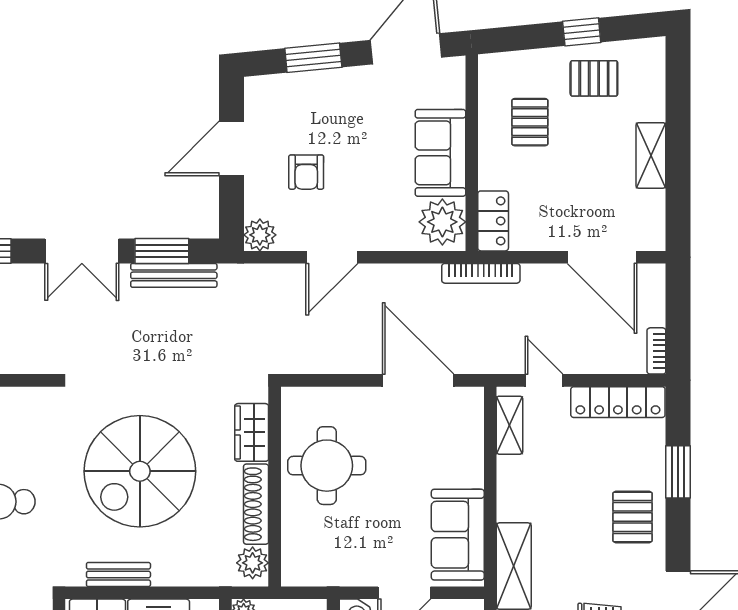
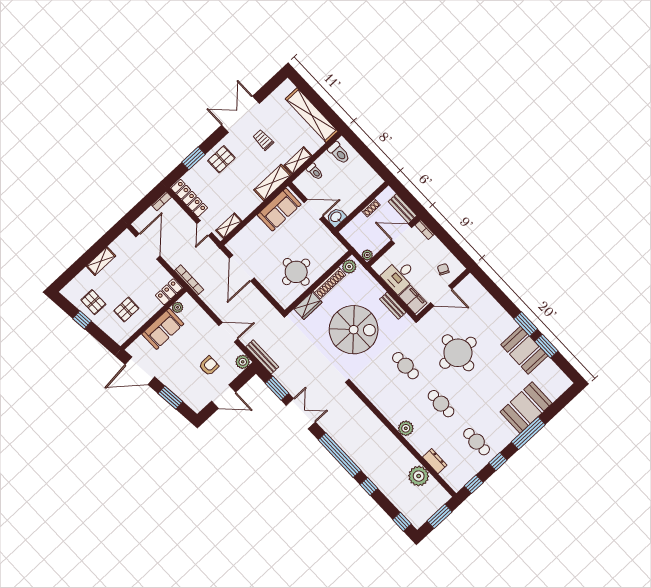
plant: (442, 222) -> (178, 307), width x0.53, depth x0.53
bench: (174, 275) -> (262, 357), moved

